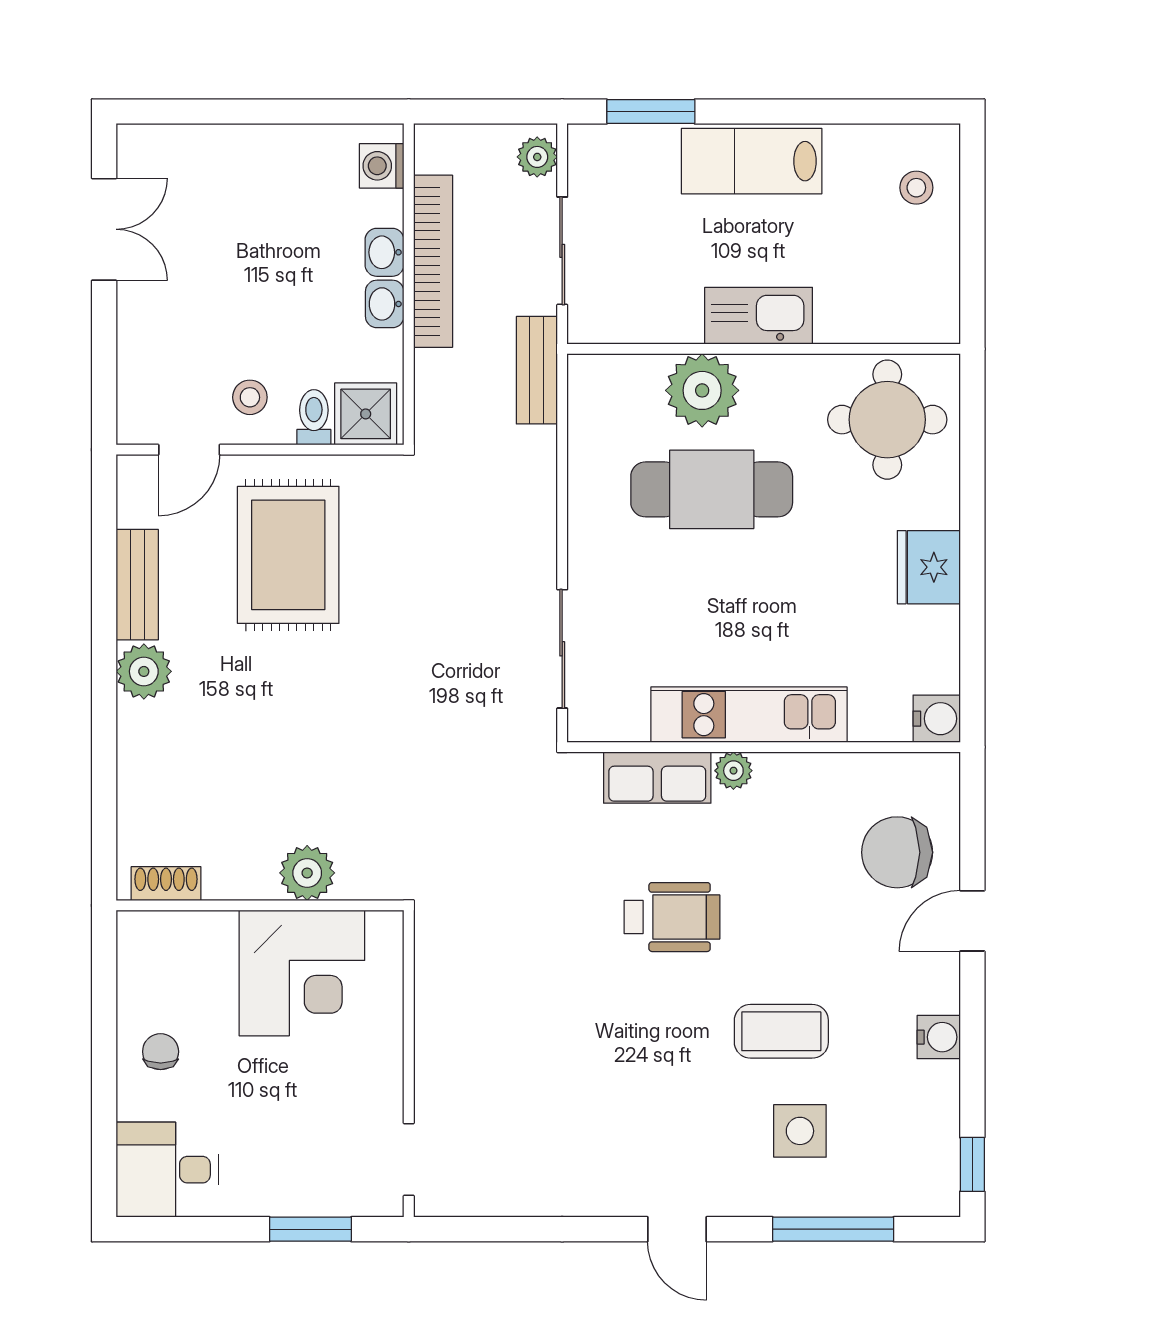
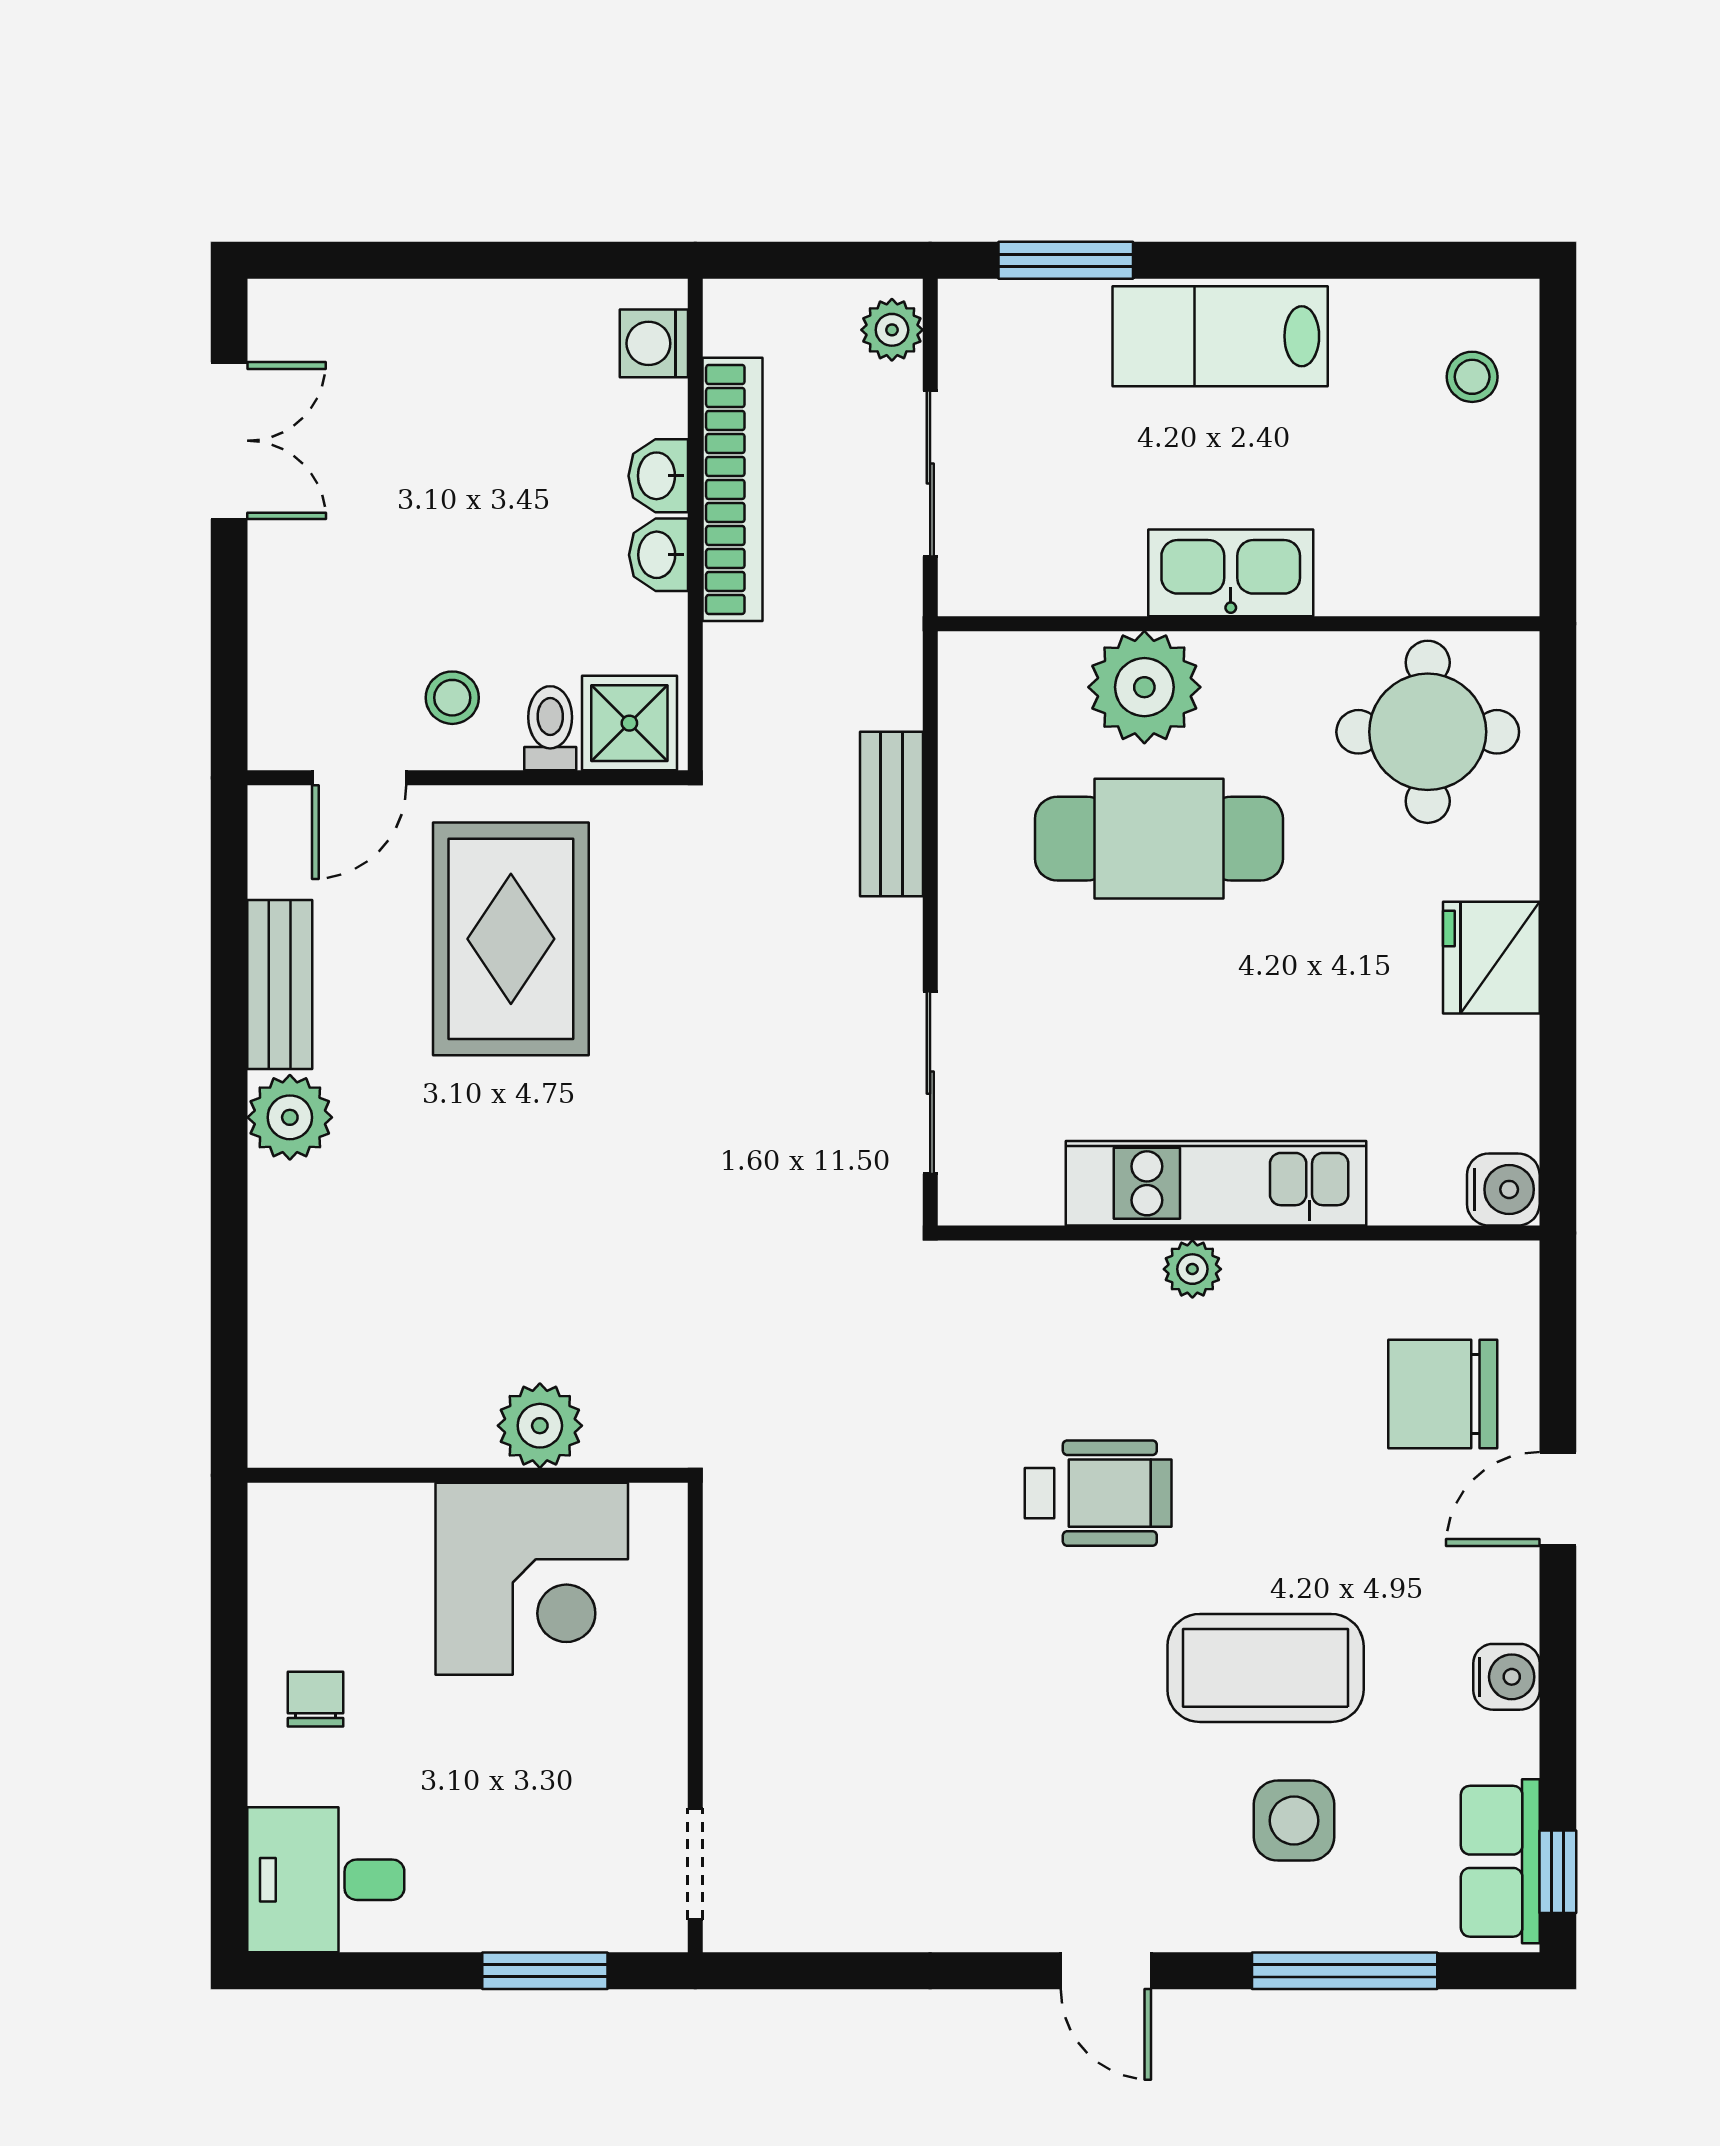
bench: (537, 370) -> (891, 814), moved
row of seats: (657, 778) -> (1500, 1861), moved, turned 90
shoe rack: (166, 884) -> (324, 1442), removed
coffee table: (781, 1031) -> (1266, 1668), width x1.36, depth x1.32

